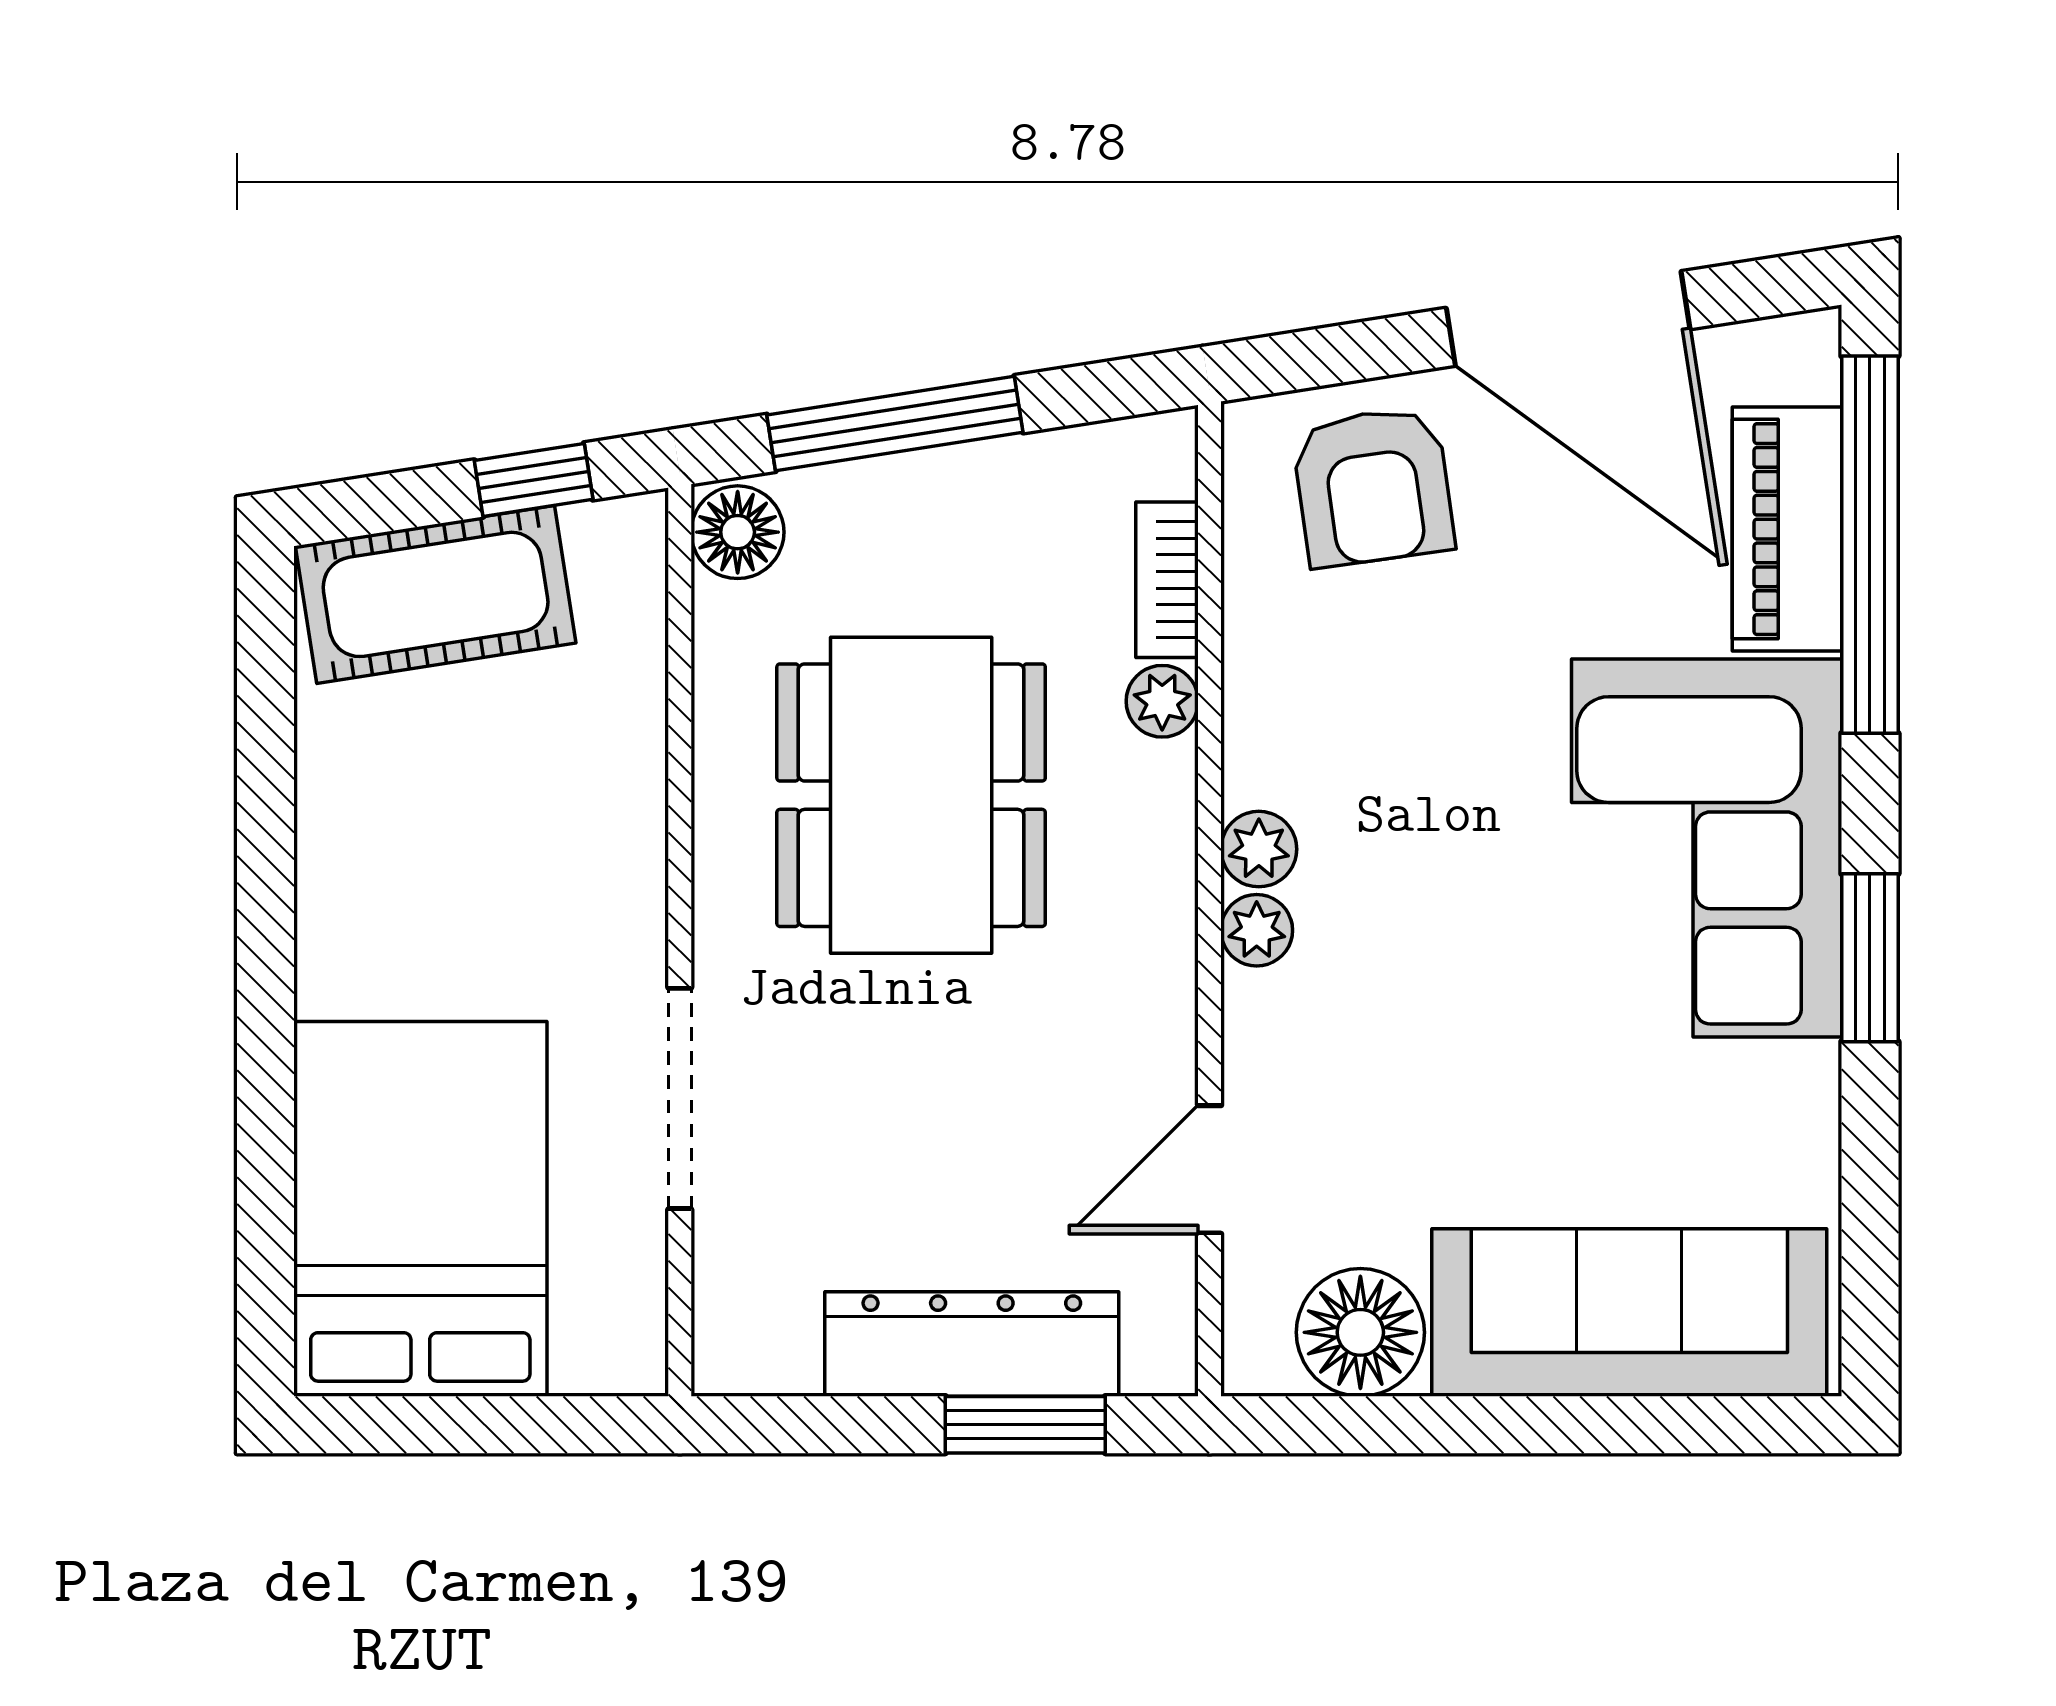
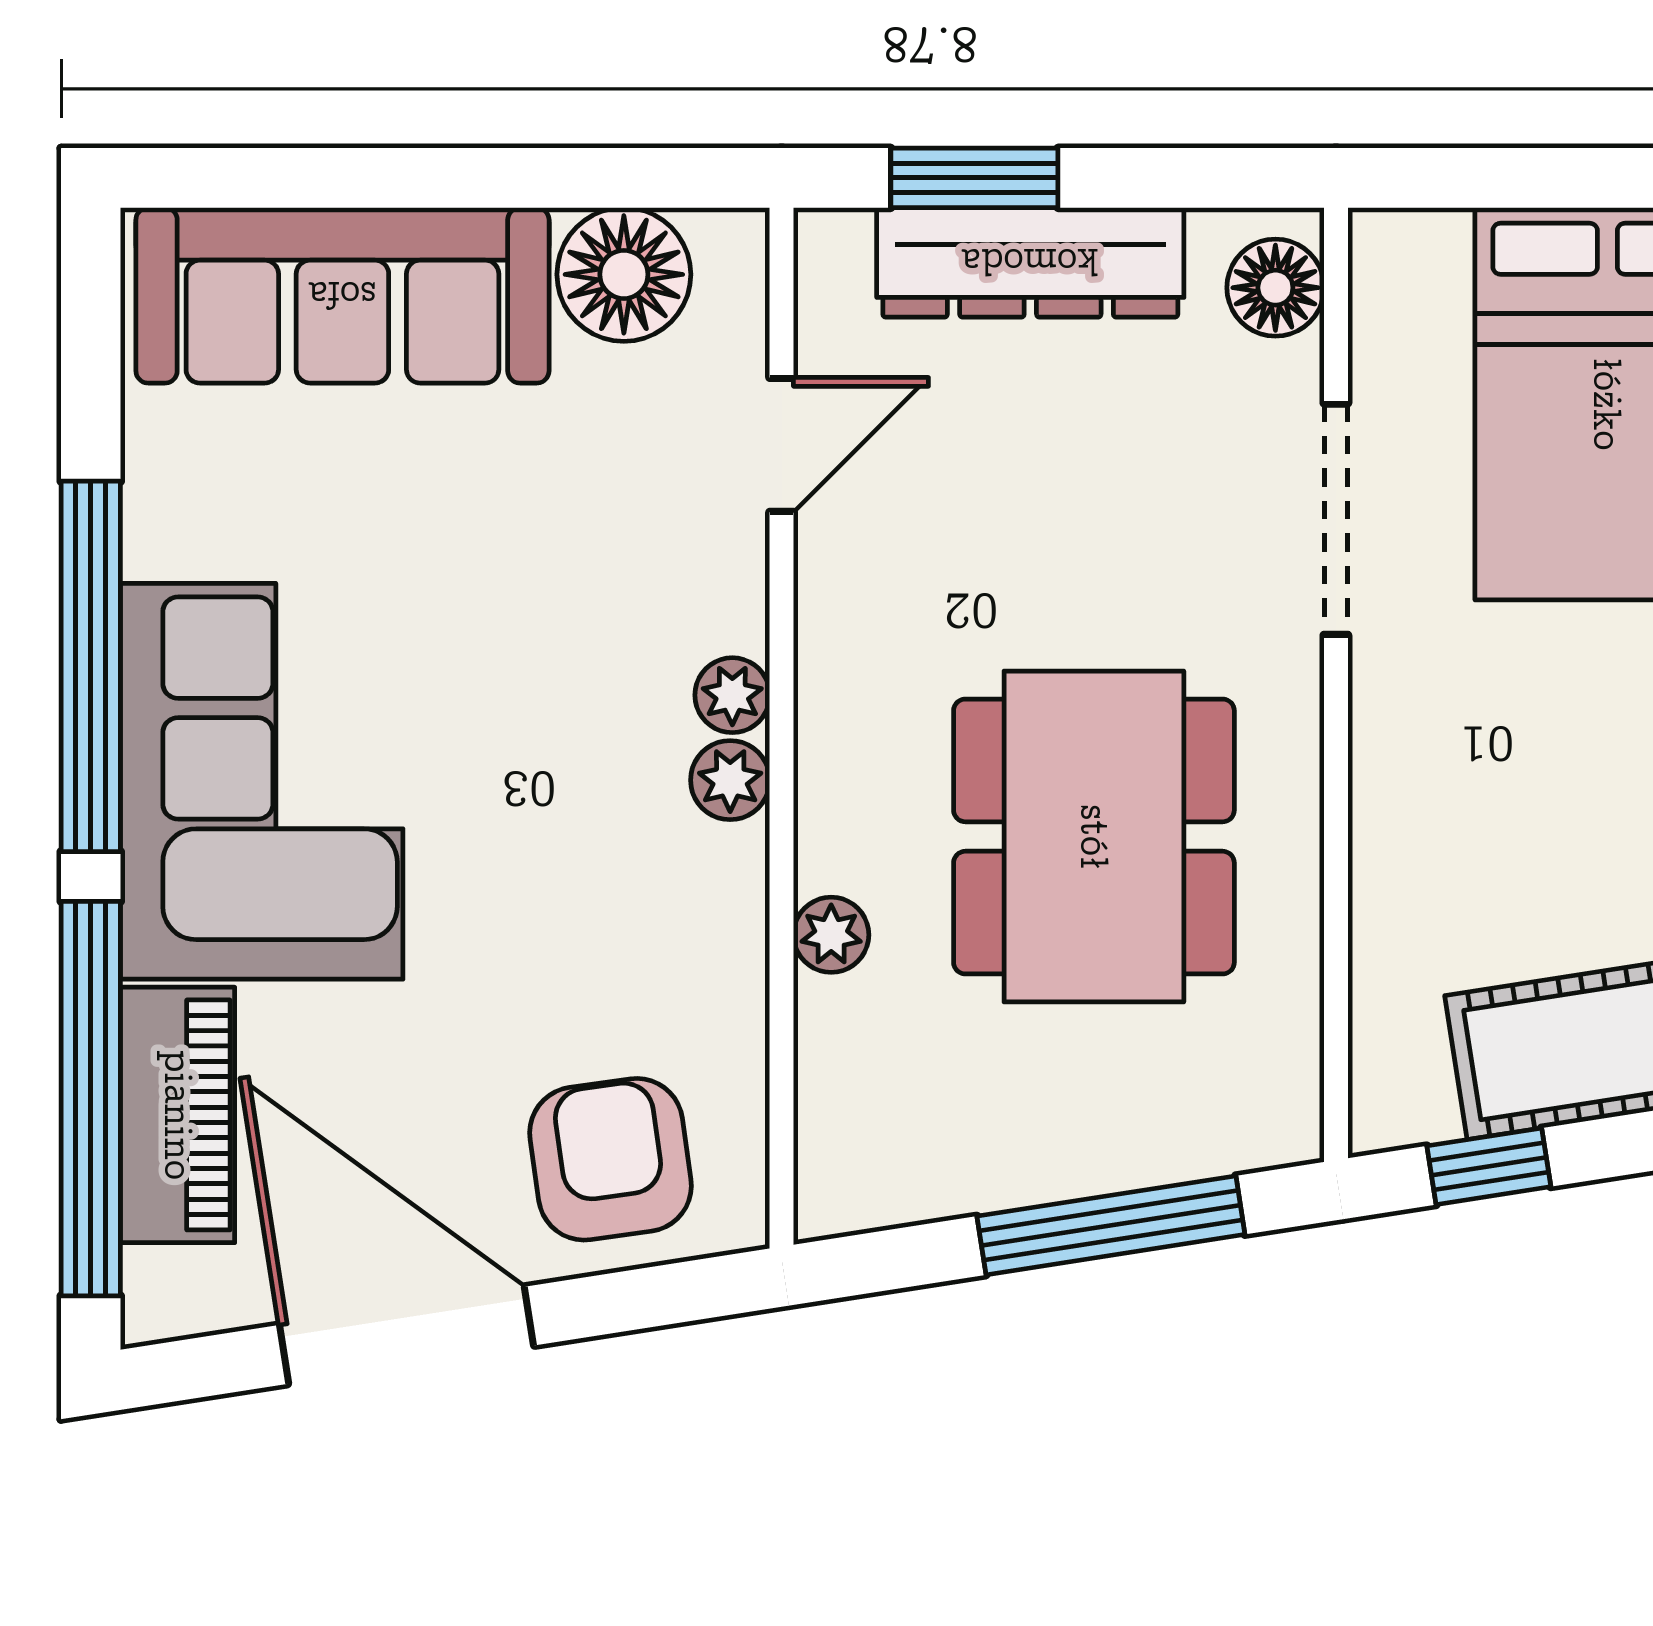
floor lamp: (738, 532) -> (1275, 288), moved
bookcase: (1167, 580) -> (826, 1062), removed
window: (1870, 958) -> (91, 666), width x2.11

